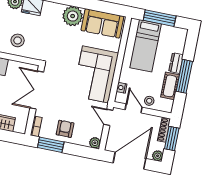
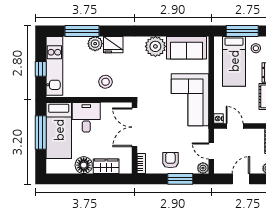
nightstand: (122, 88) -> (218, 119), moved
stool: (149, 101) -> (256, 48), moved
door: (108, 117) -> (211, 151), moved
window: (51, 145) -> (180, 179), moved
door: (129, 161) -> (241, 179), width x0.53

